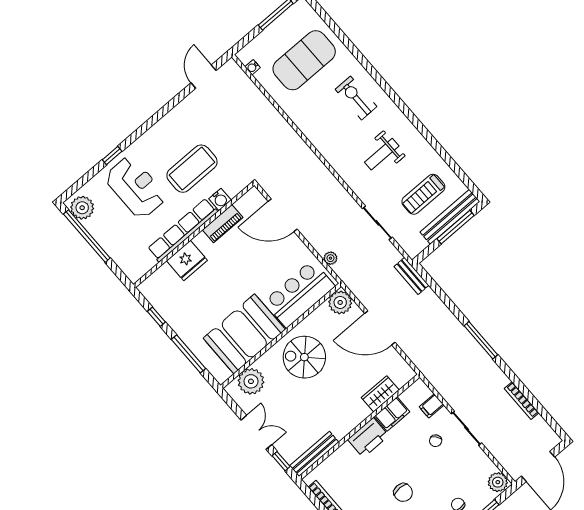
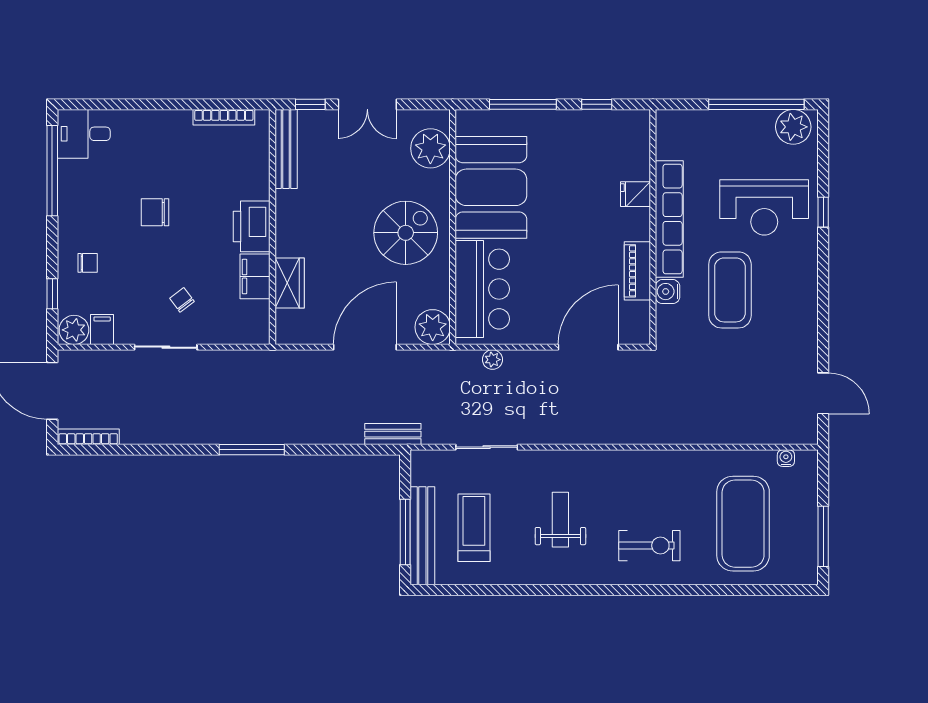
fridge: (187, 261) -> (636, 194), width x0.53, depth x0.75
bookcase: (522, 401) -> (88, 437), moved
filing cabinet: (432, 406) -> (102, 330), moved

